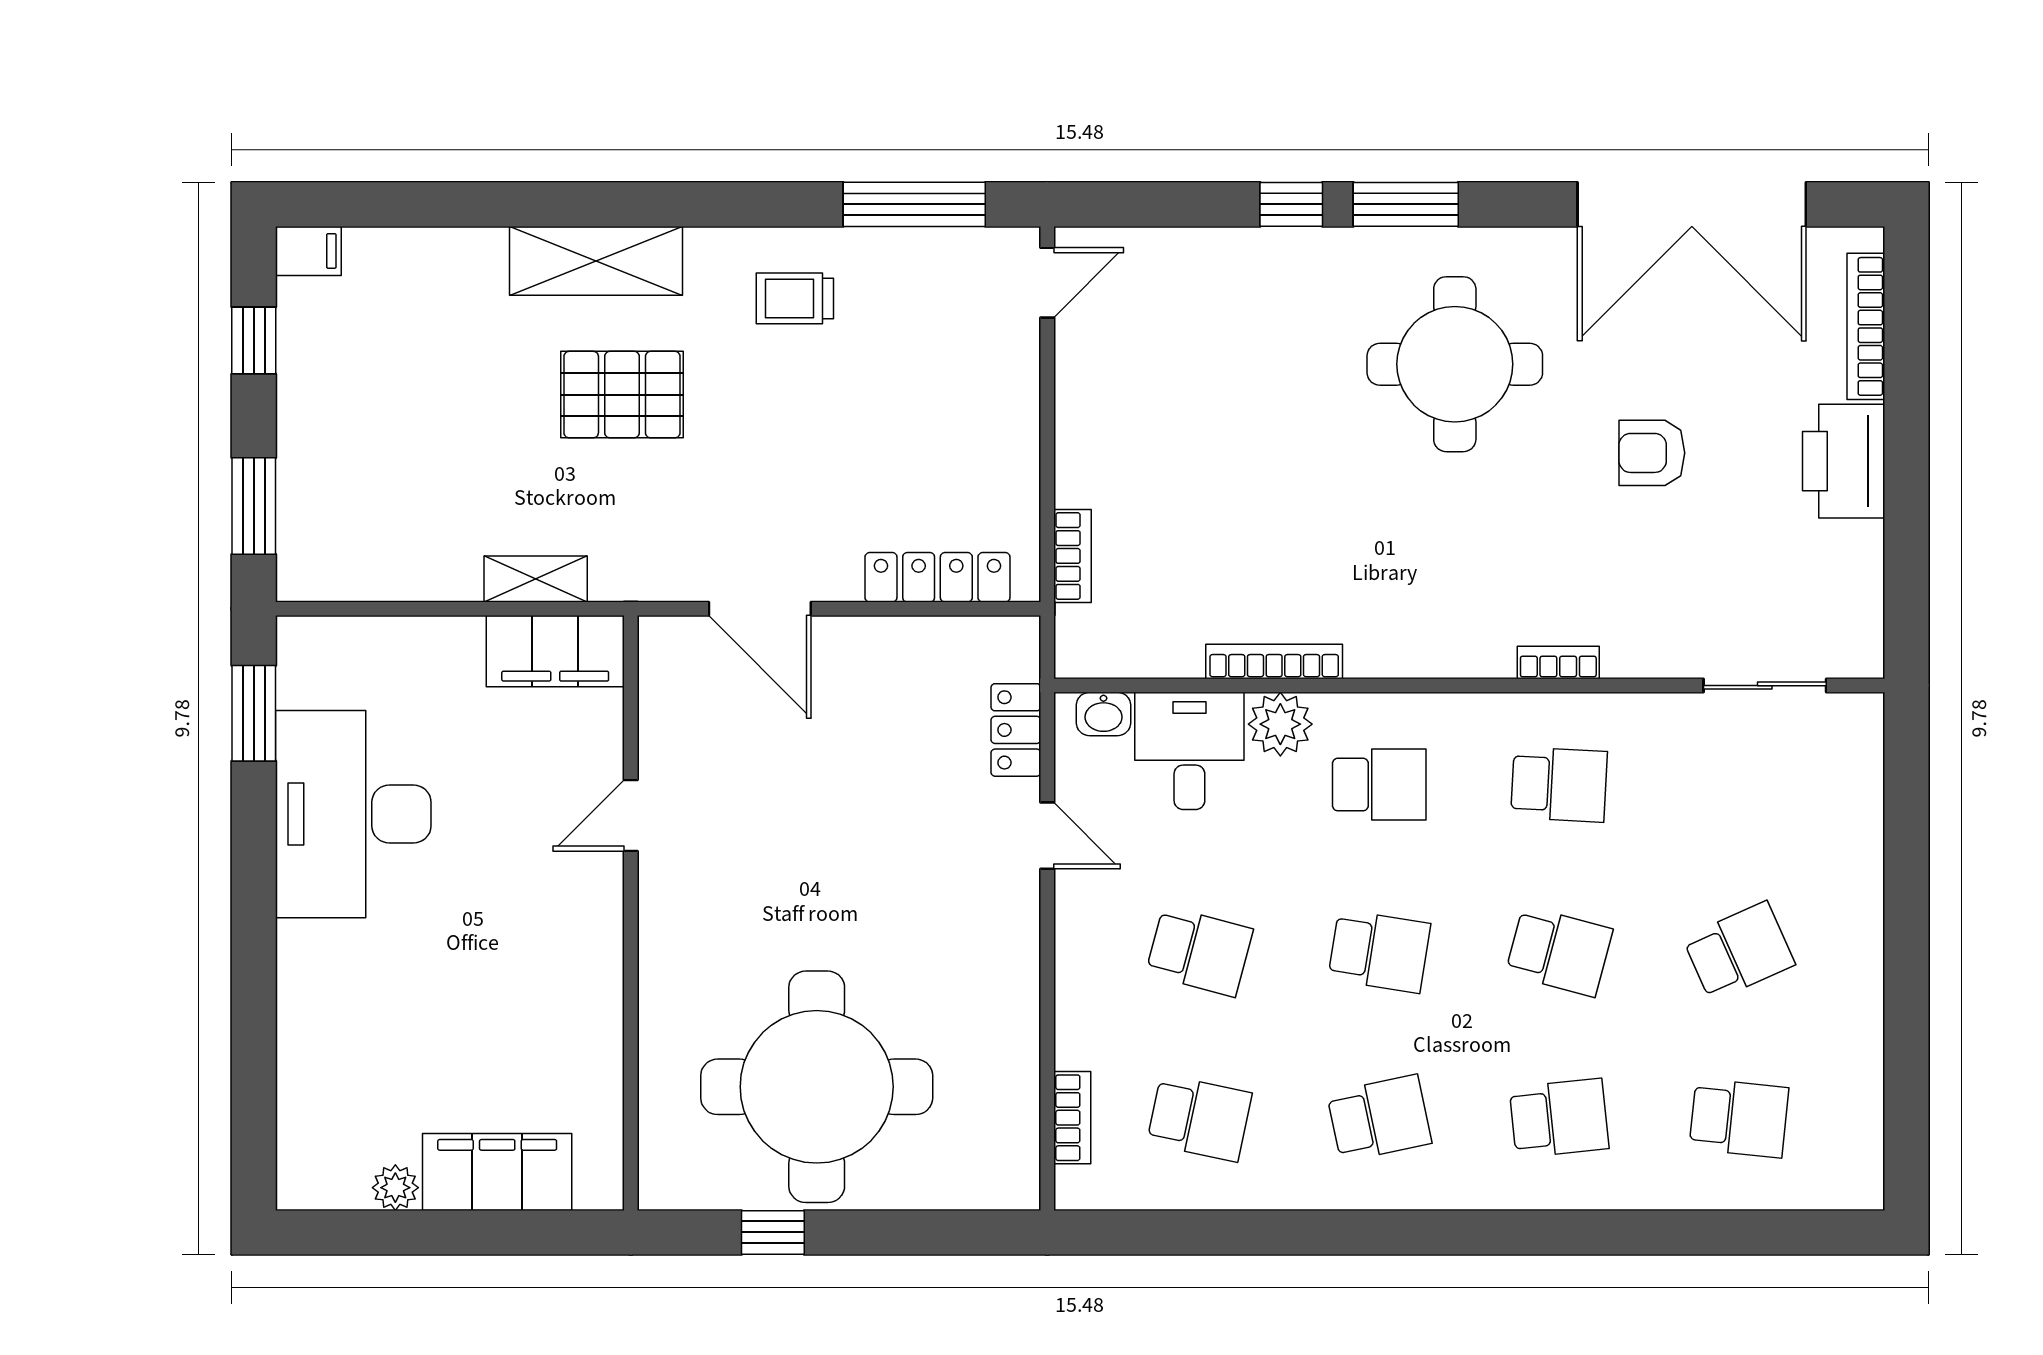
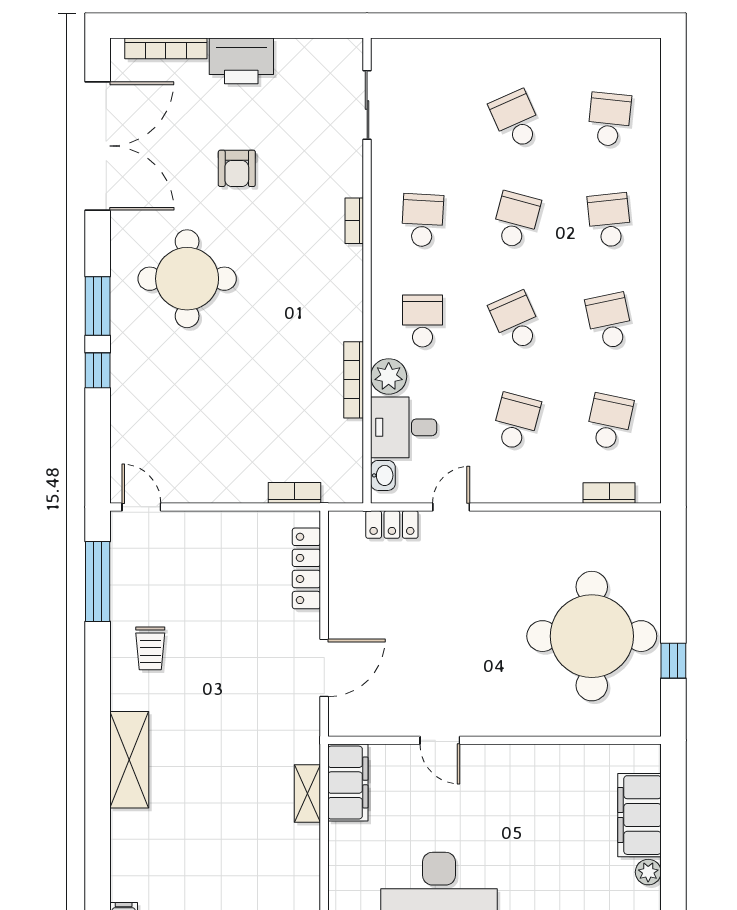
pallet: (622, 395) -> (204, 745), removed
school desk: (1379, 951) -> (516, 321), turned -33

